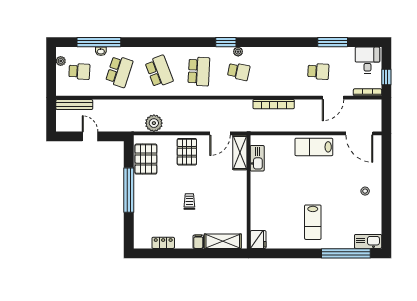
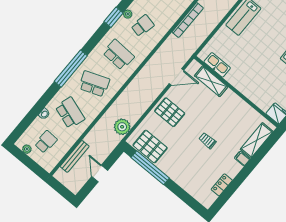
window: (99, 42) -> (71, 69), moved
bench: (74, 105) -> (75, 156), moved
plant: (154, 123) -> (122, 127), moved
door: (220, 133) -> (176, 77), hinge flipped
door: (90, 136) -> (100, 173), hinge flipped
shelving: (240, 153) -> (211, 81), moved
window: (129, 190) -> (150, 168), moved

